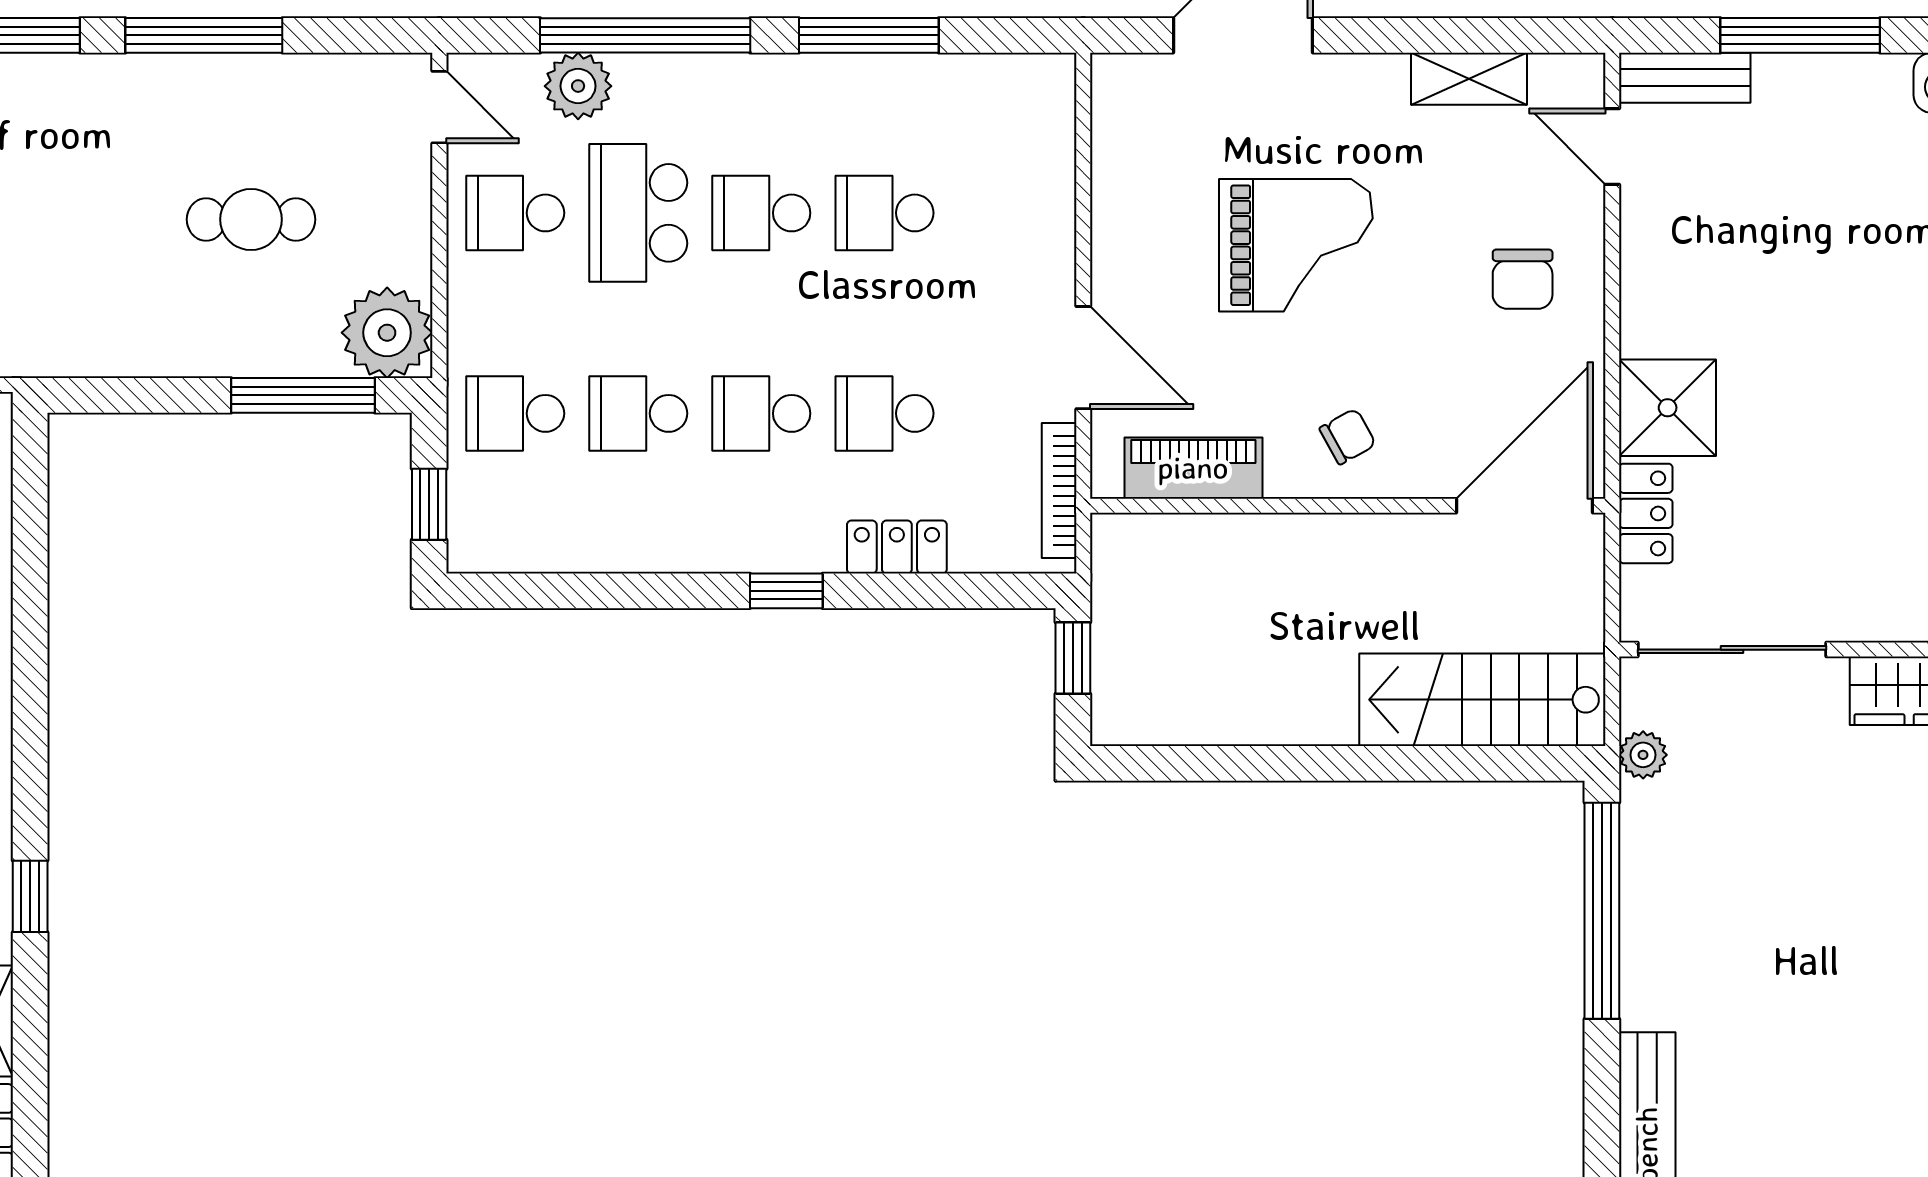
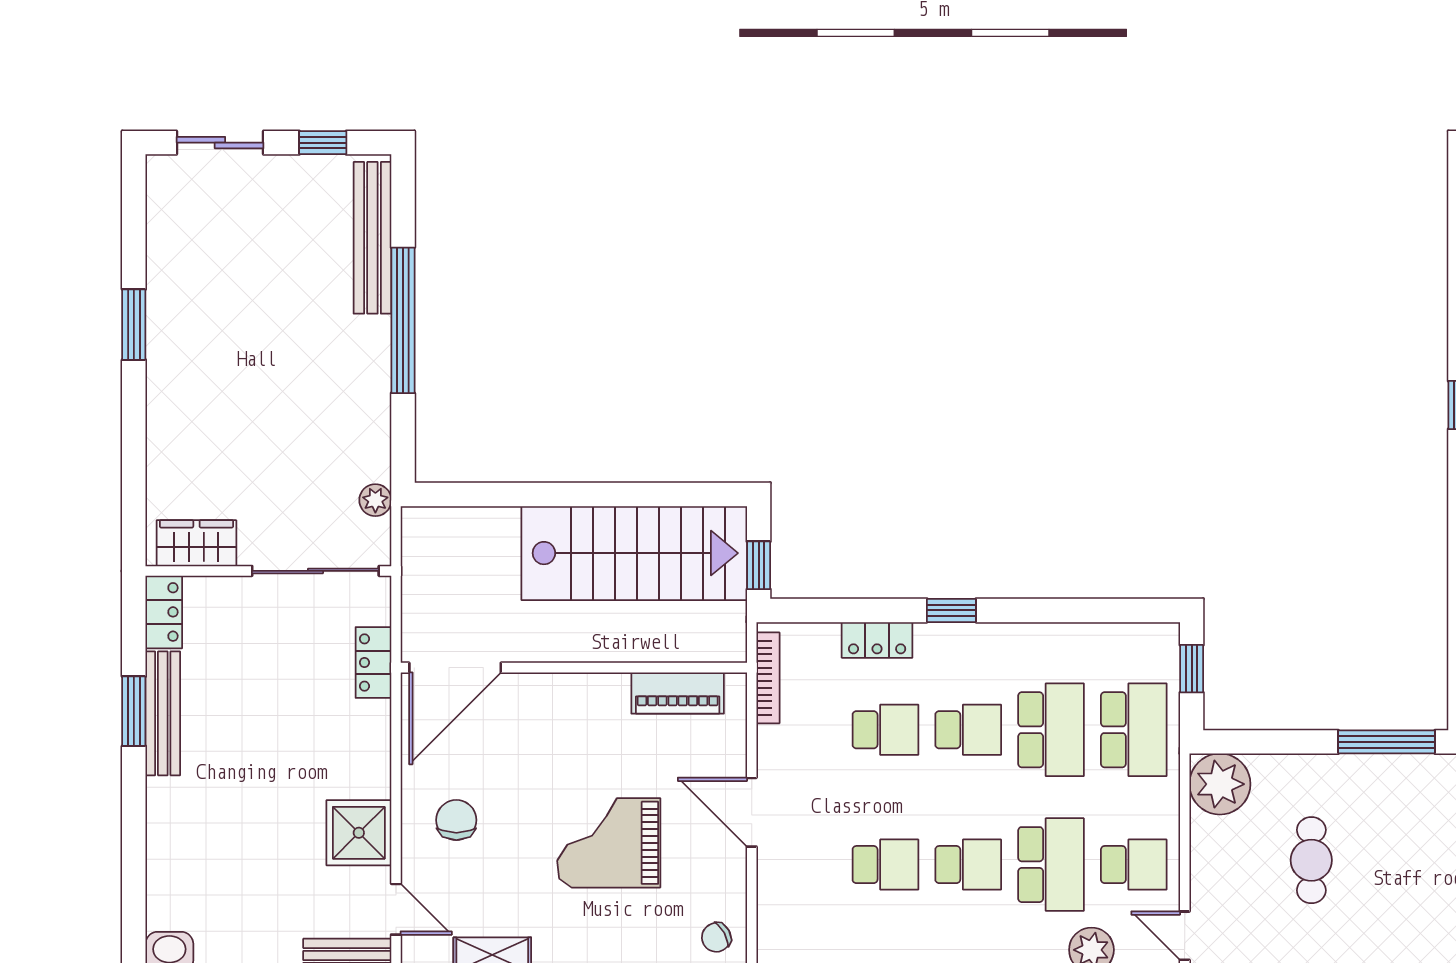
cafe table: (251, 219) -> (1311, 860), turned 90
door: (1083, 358) -> (752, 812), moved
window: (303, 395) -> (1387, 742), moved
shower: (1668, 408) -> (359, 833), moved
school desk: (515, 413) -> (1134, 730), width x1.85
school desk: (638, 413) -> (1051, 730), width x1.85
chair: (1348, 436) -> (716, 937), moved
stairs: (1482, 700) -> (634, 553), moved, width x1.36, depth x1.51
window: (1602, 911) -> (403, 320), moved

